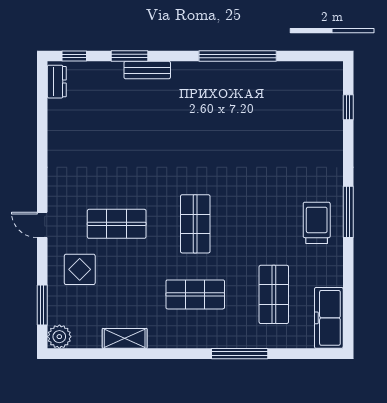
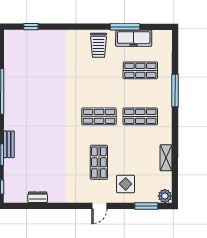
dresser: (57, 82) -> (38, 197), moved
window: (348, 212) -> (125, 27), moved
trolley: (317, 223) -> (99, 45), turned -90
shop shelf: (195, 294) -> (140, 116), turned 90
freezer: (329, 318) -> (134, 38), moved

